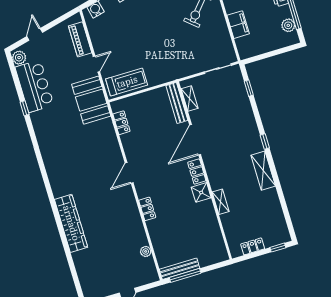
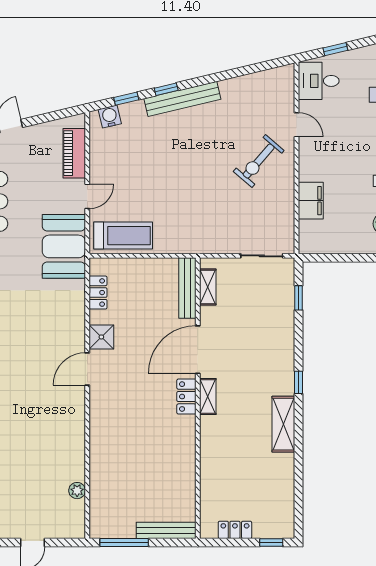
shower: (201, 192) -> (101, 337), moved
shelving: (221, 202) -> (208, 396), moved
locker: (147, 209) -> (98, 429), removed
bench: (180, 269) -> (166, 530), moved

